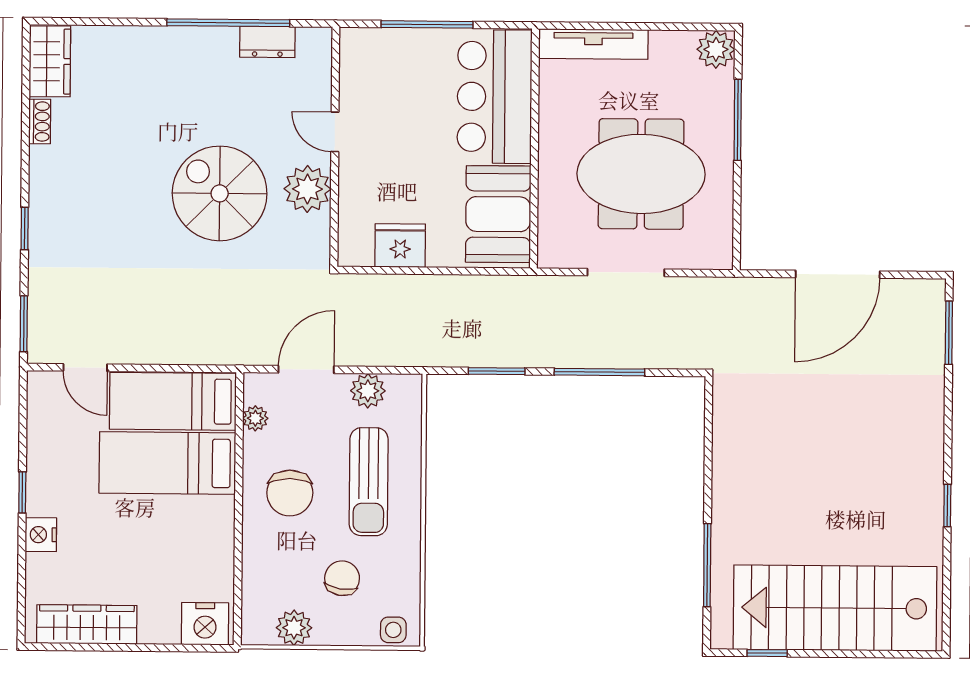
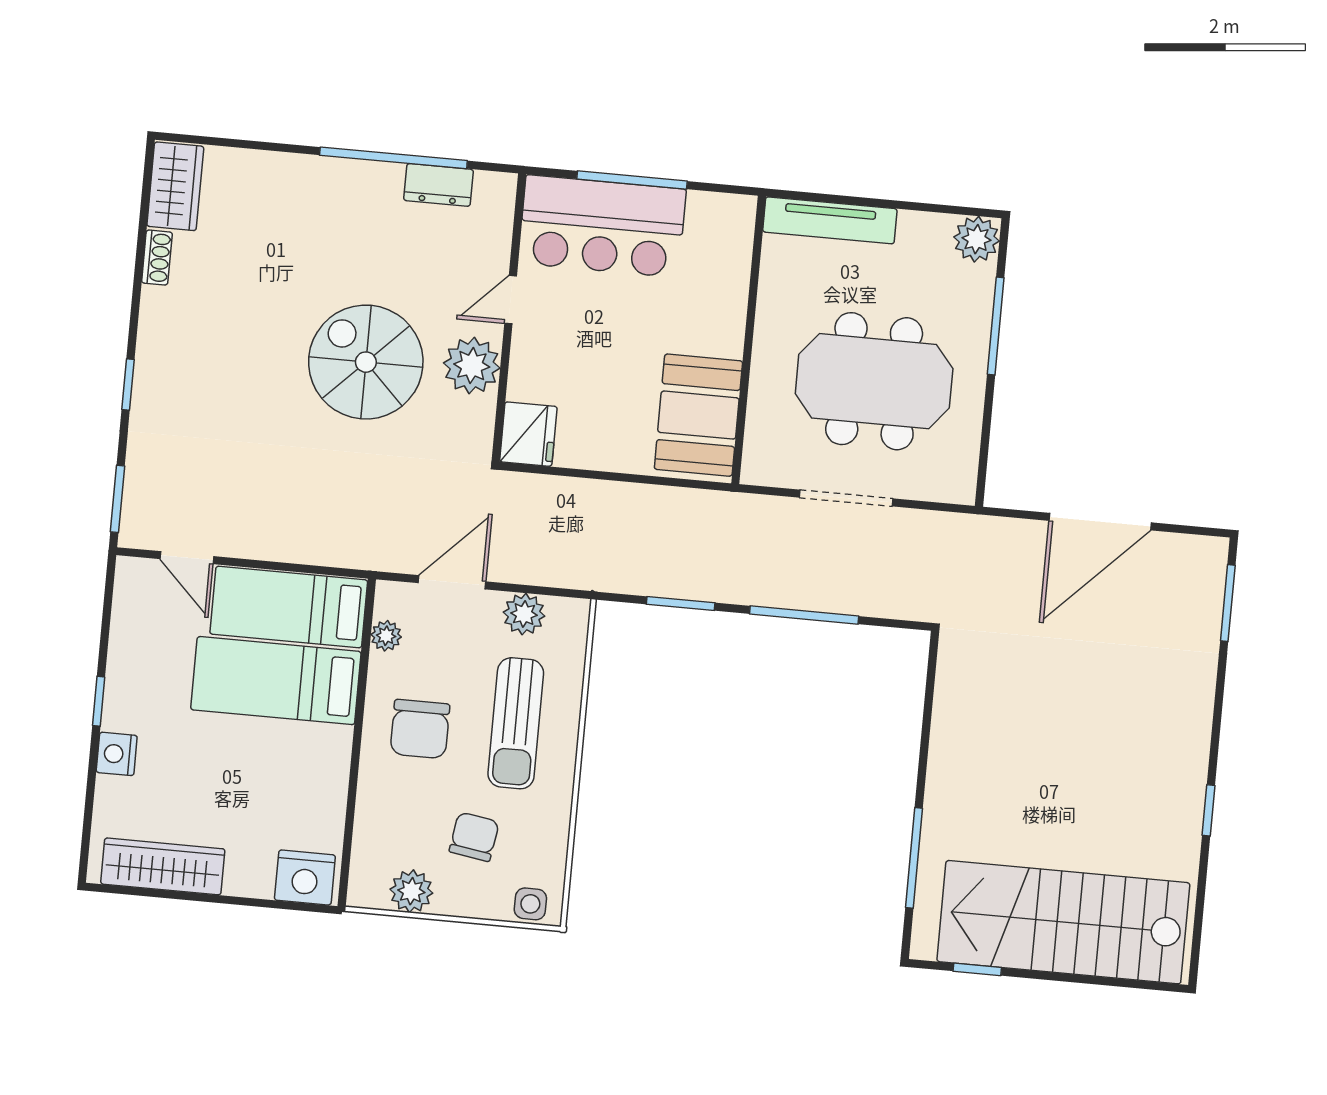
bar counter: (495, 97) -> (602, 226), moved, turned -90
door: (335, 132) -> (511, 300), hinge flipped
fridge: (400, 246) -> (528, 434), moved, turned 90

